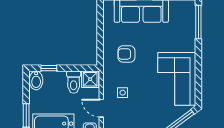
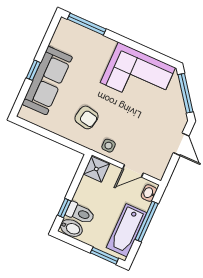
armchair: (126, 54) -> (87, 117), turned -79
toilet: (74, 82) -> (80, 213), moved
side table: (123, 93) -> (109, 146), moved

